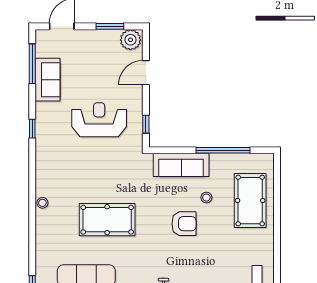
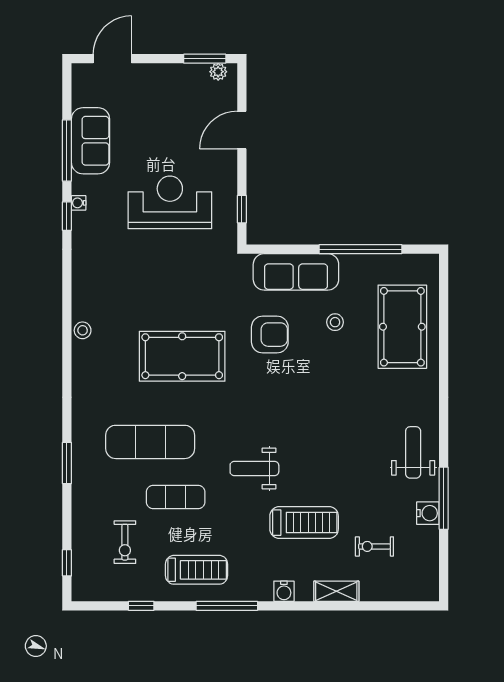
window: (110, 26) -> (205, 59), moved
plant: (130, 40) -> (218, 72), width x0.53, depth x0.53
window: (32, 64) -> (67, 150), moved
water cooler: (40, 120) -> (79, 203), added
armchair: (184, 224) -> (270, 335), moved

